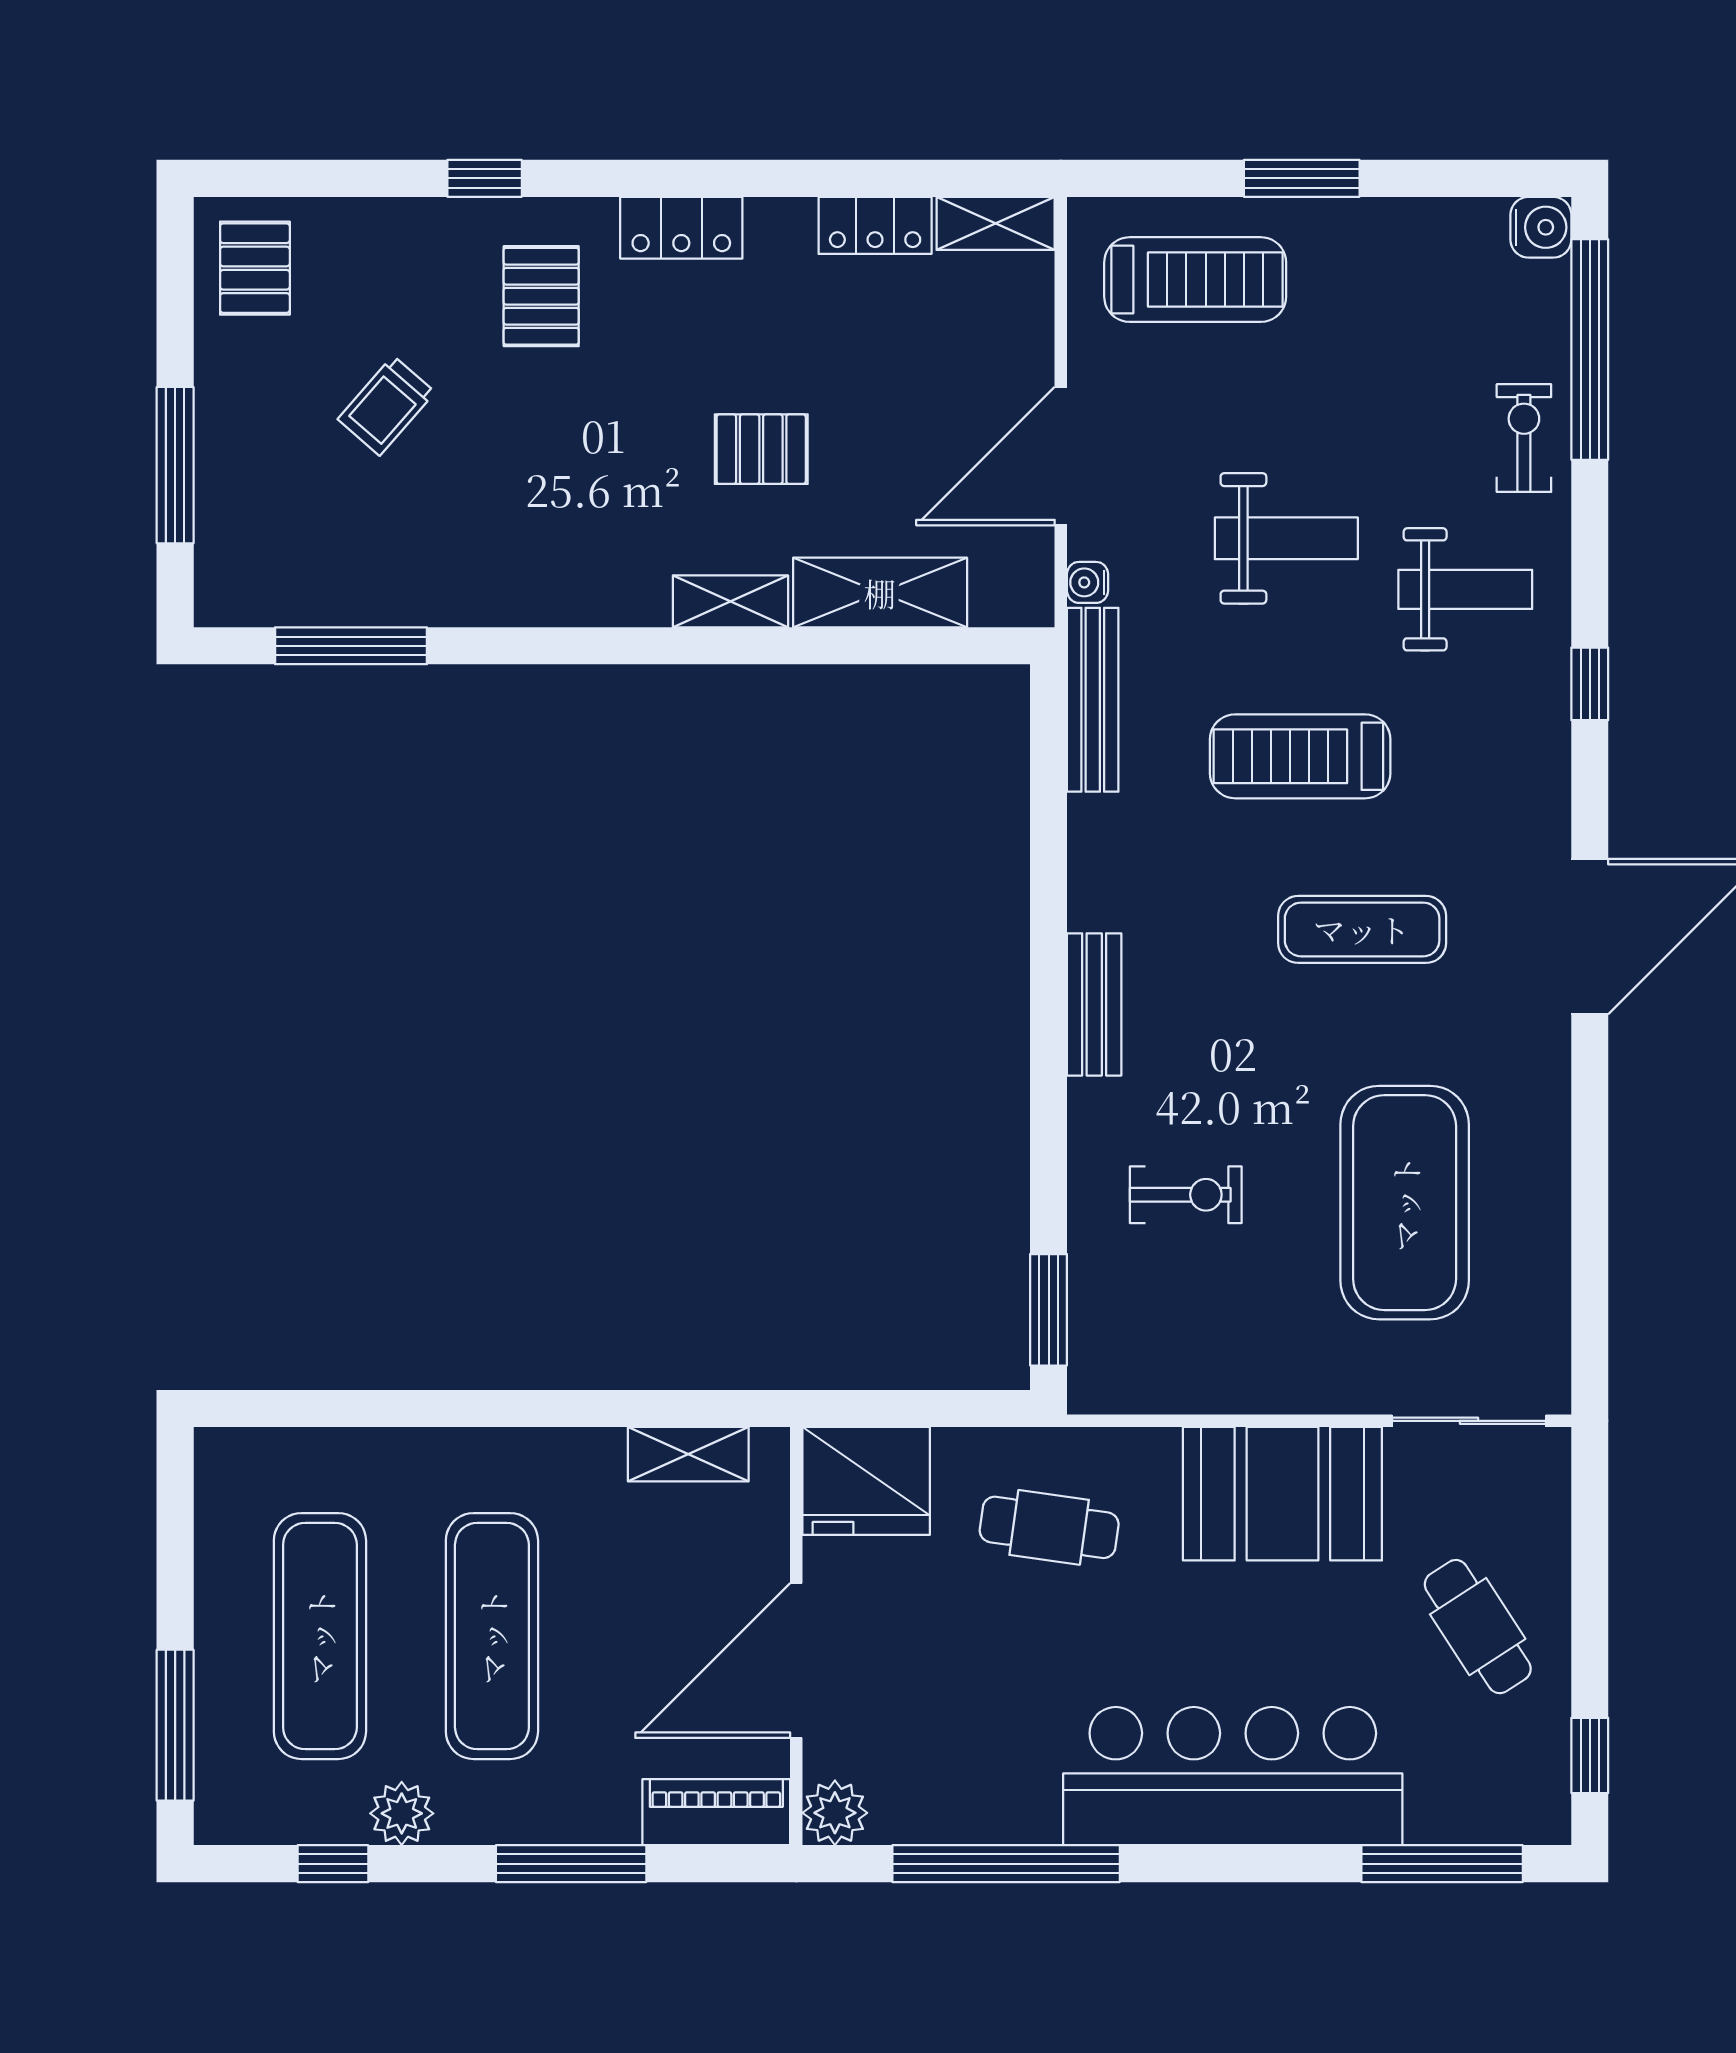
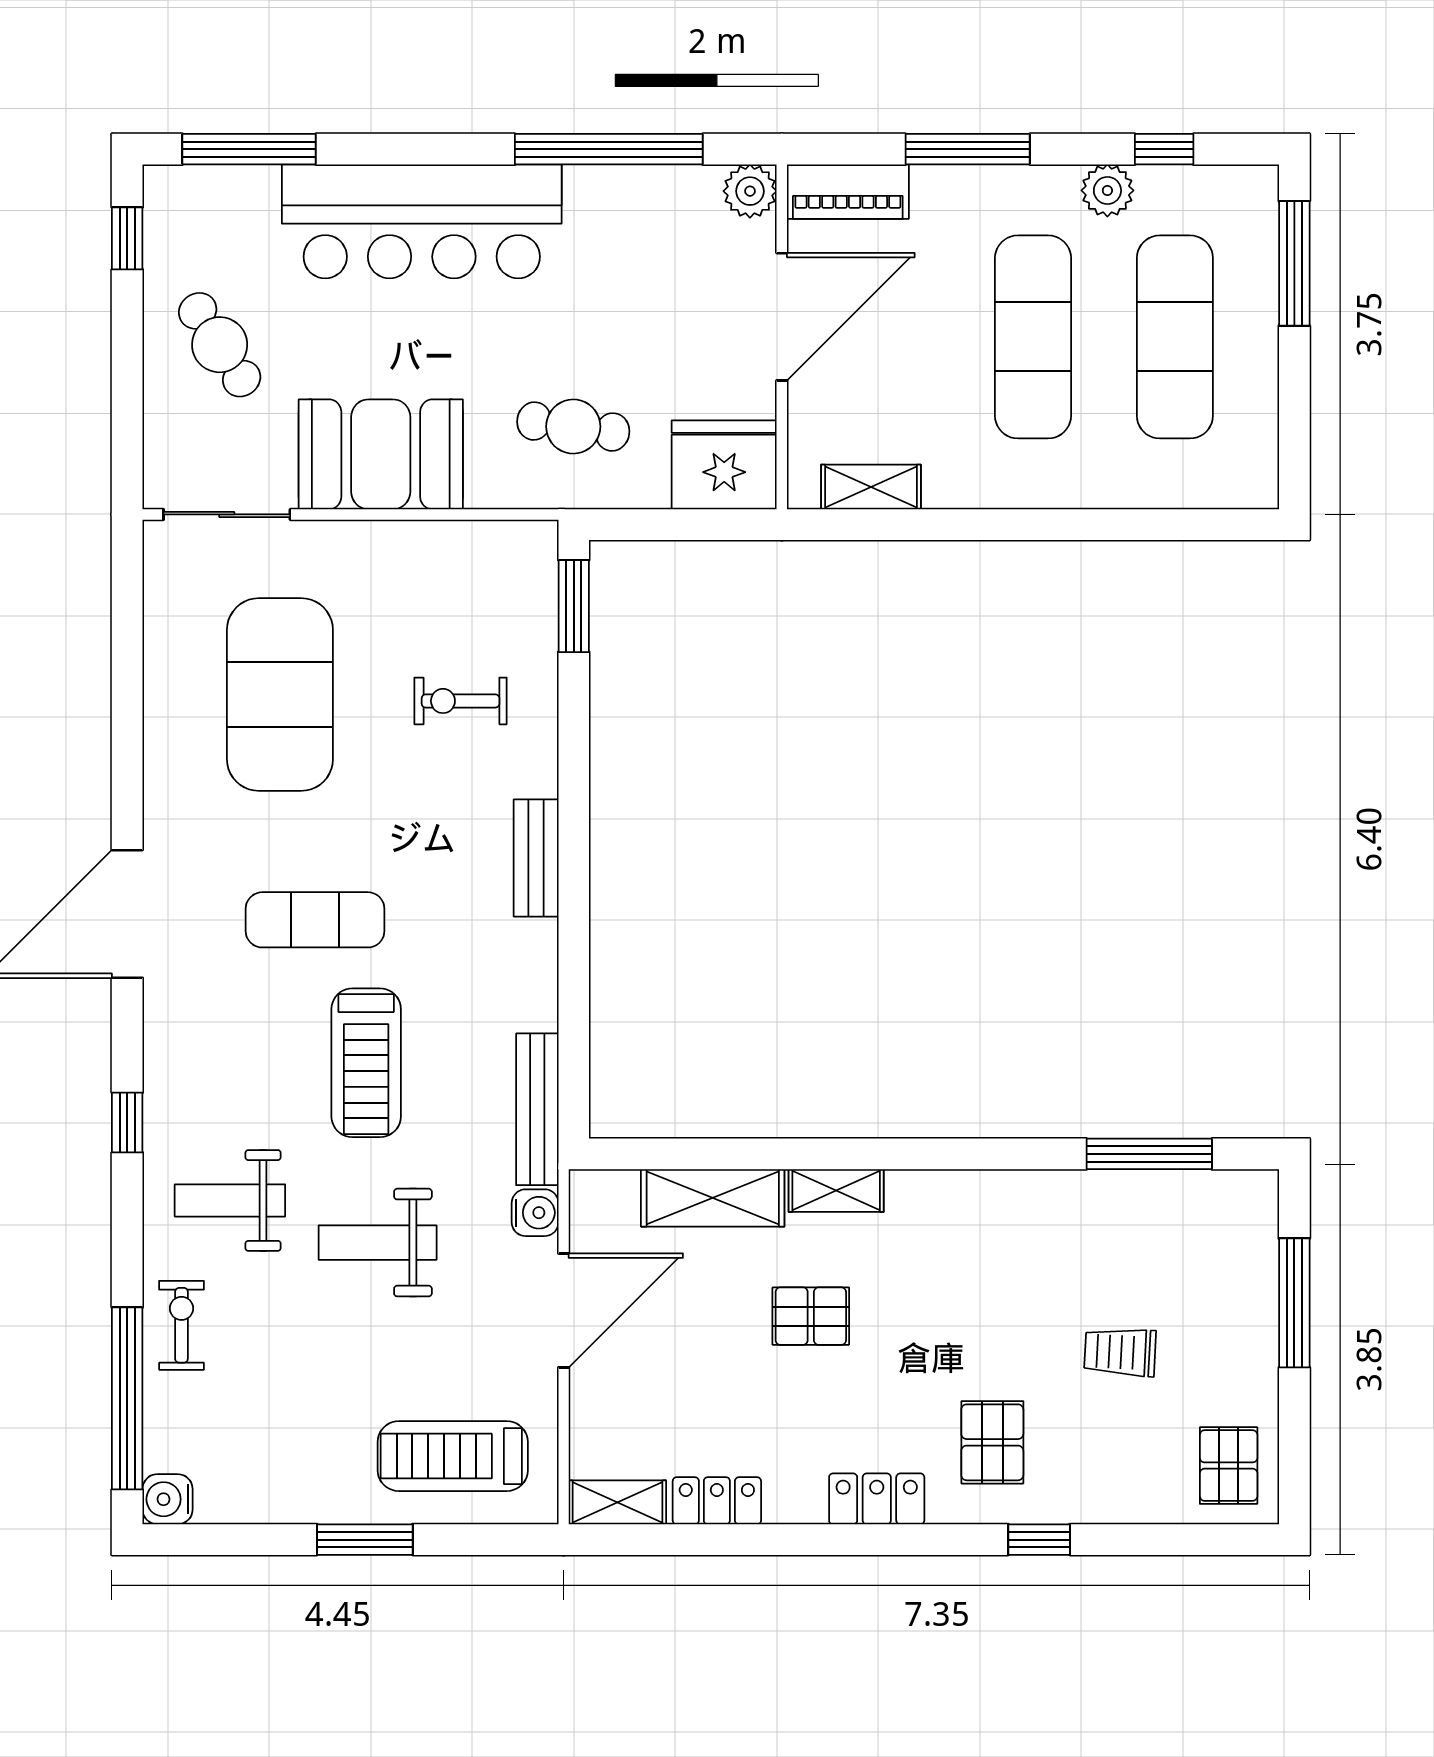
trolley: (386, 406) -> (1120, 1352), turned -128
exercise bike: (1524, 438) -> (181, 1325), turned 180
water cooler: (1088, 582) -> (535, 1213), width x1.38, depth x1.38
treadmill: (1300, 756) -> (366, 1063), turned 90

